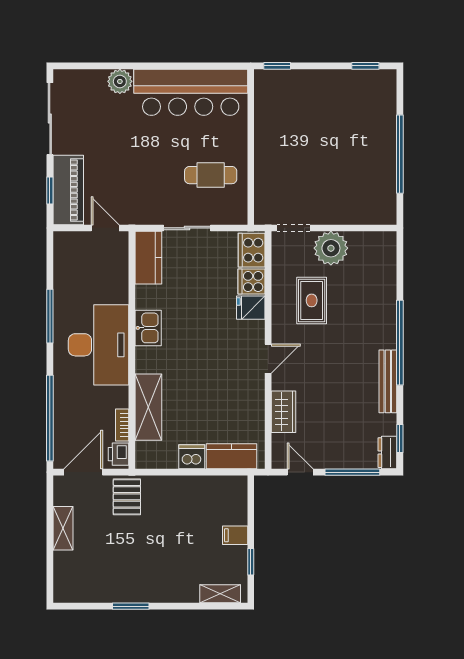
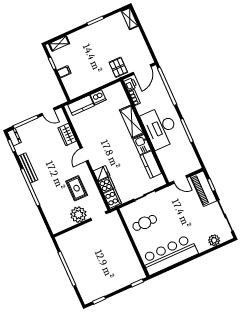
plant: (120, 81) -> (214, 240), moved
kitchen counter: (148, 258) -> (151, 165), moved
shelving: (148, 407) -> (132, 122), moved
shelving: (63, 528) -> (130, 19), moved

